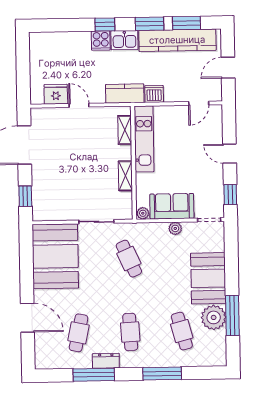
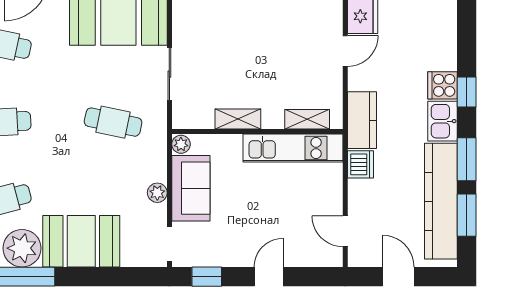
cafe table: (129, 259) -> (113, 122), turned 36

